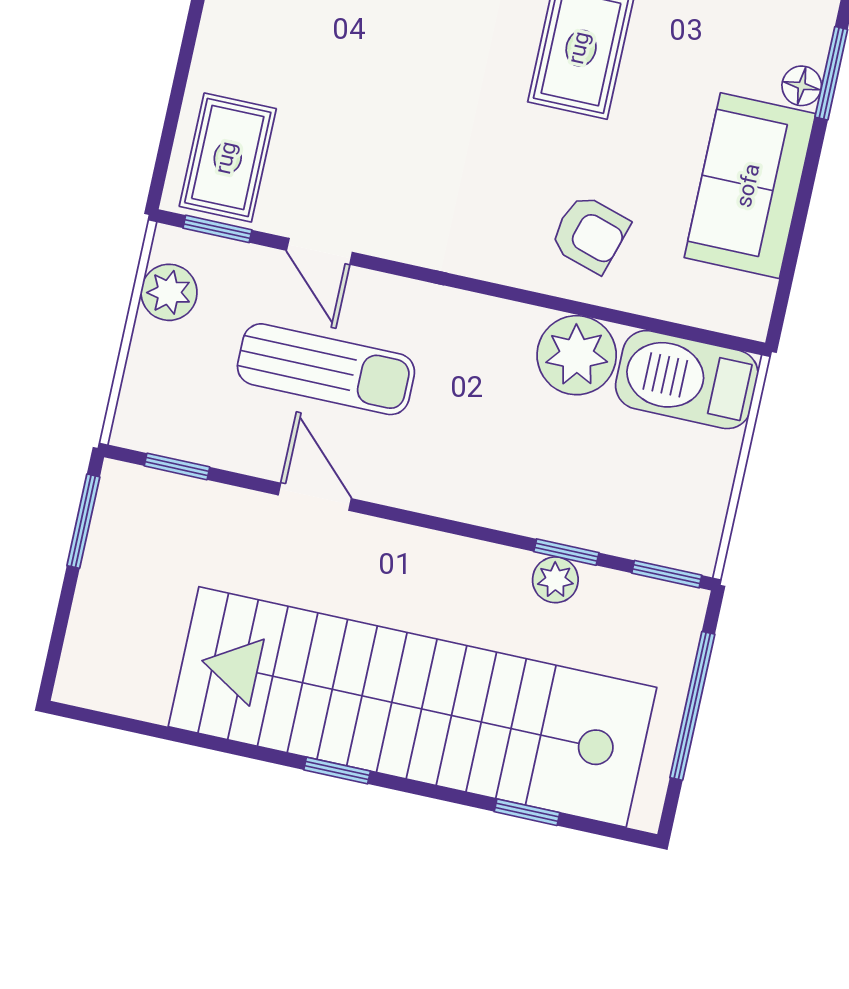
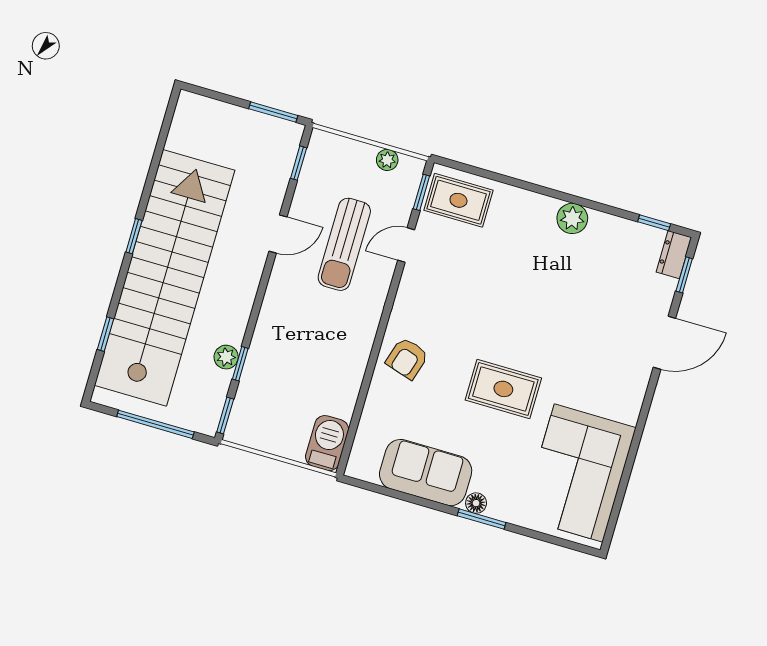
armchair: (590, 234) -> (407, 358), moved
plant: (169, 292) -> (387, 160), width x0.73, depth x0.73
plant: (577, 355) -> (343, 376), removed
barbecue: (687, 380) -> (327, 443), width x0.73, depth x0.83

